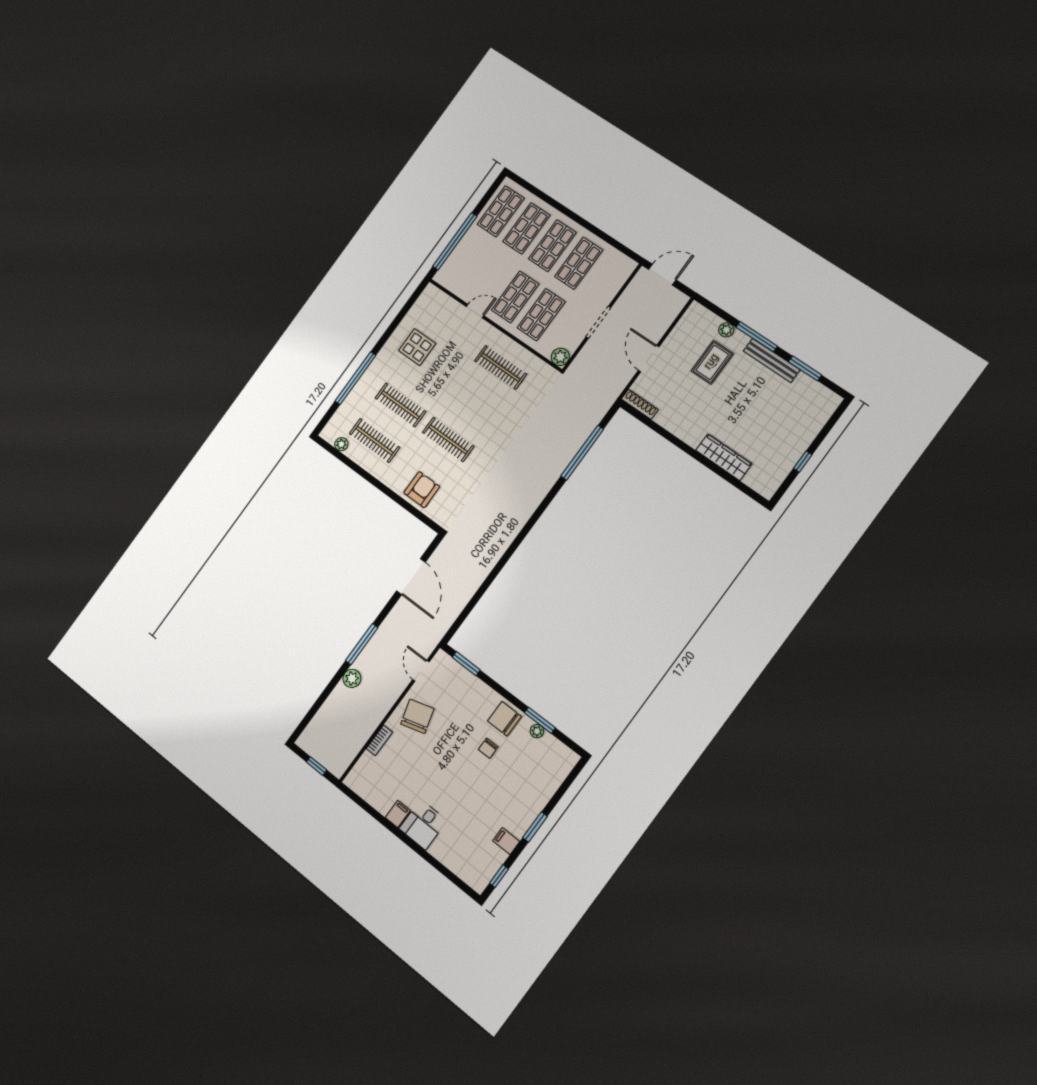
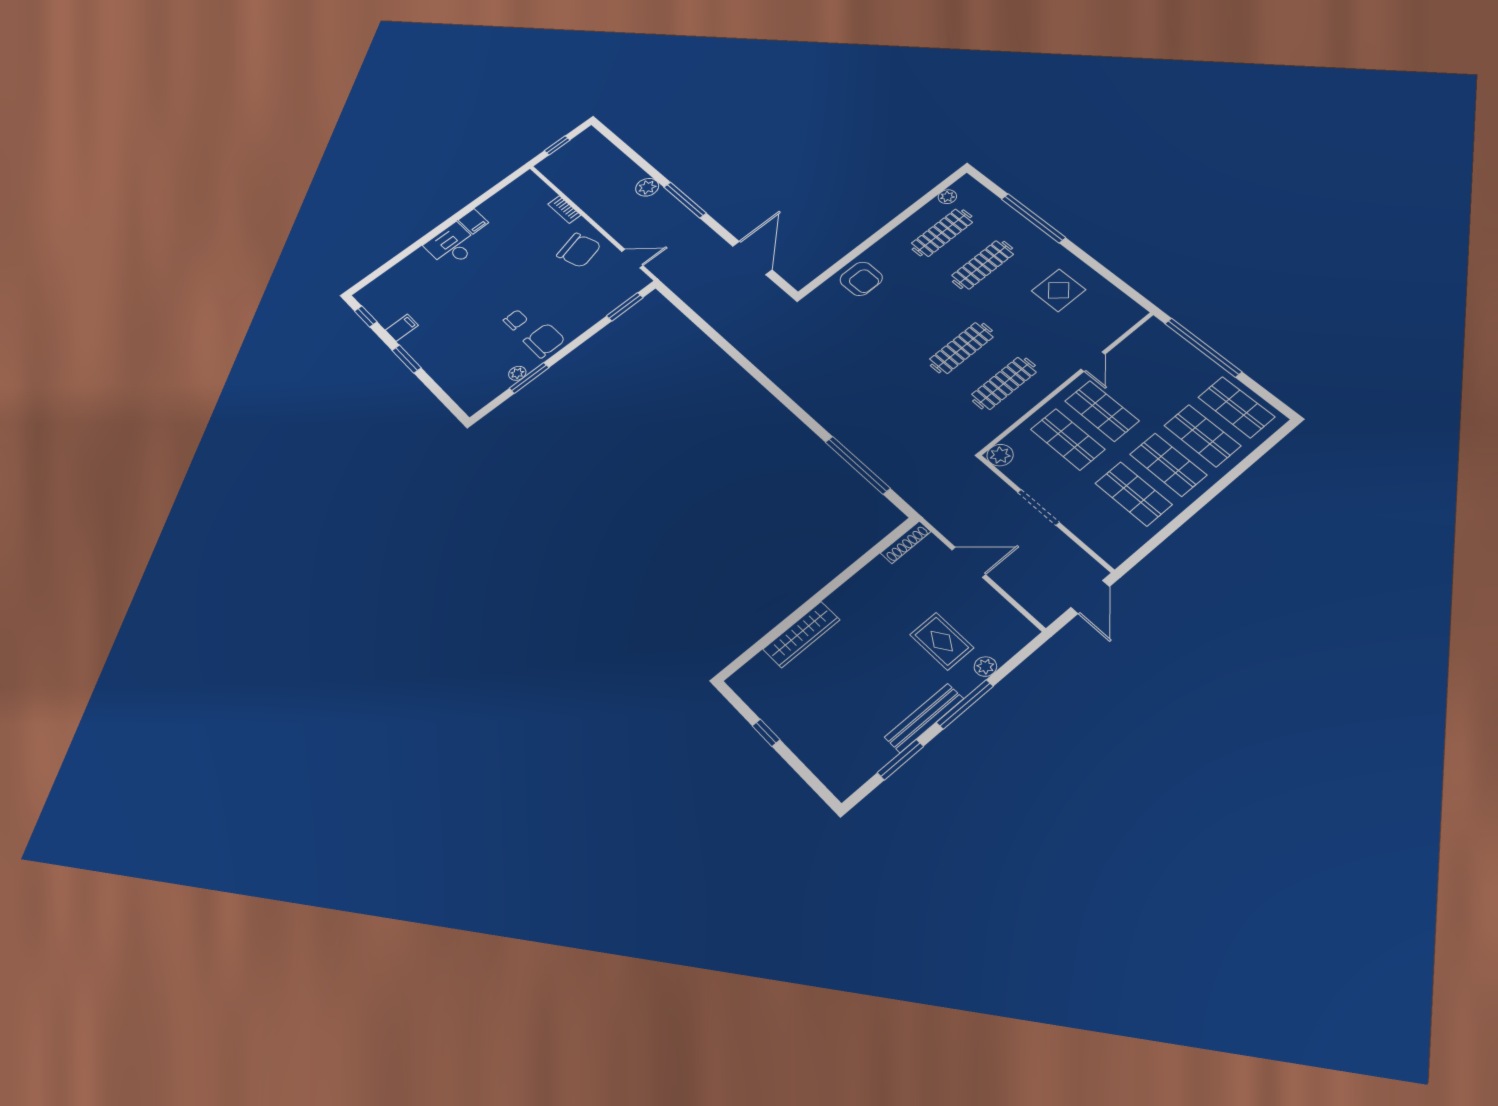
clothes rail: (448, 439) -> (961, 348), moved
door: (411, 577) -> (752, 258), swing flipped
chair: (488, 748) -> (515, 320), turned 90

